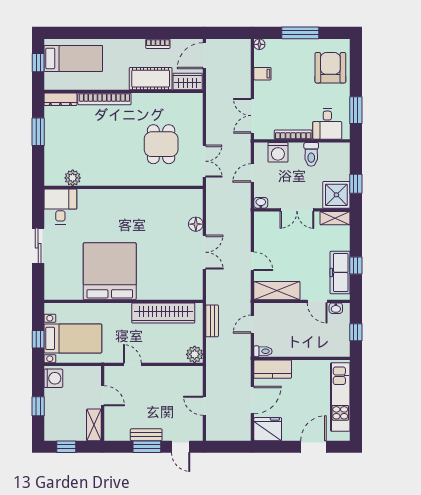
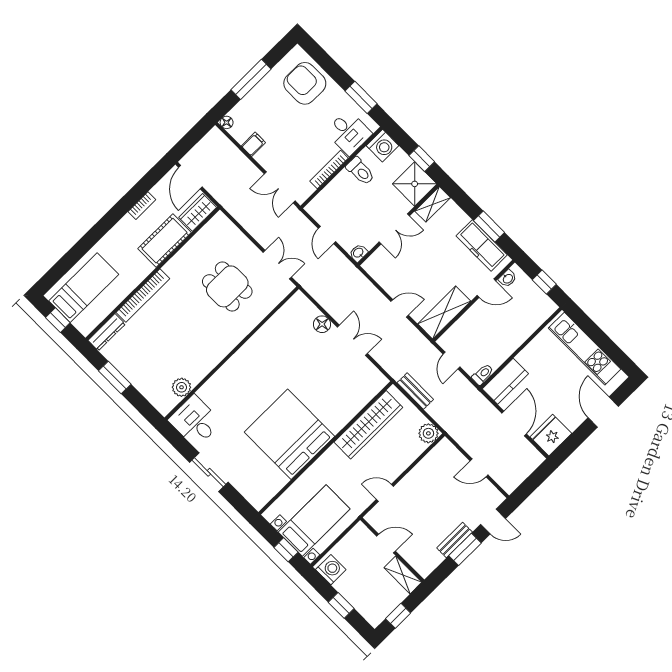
washing machine: (278, 152) -> (383, 146), moved
window: (356, 265) -> (489, 226), width x1.50

